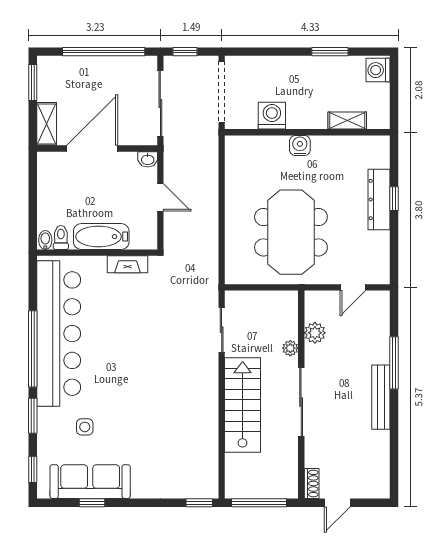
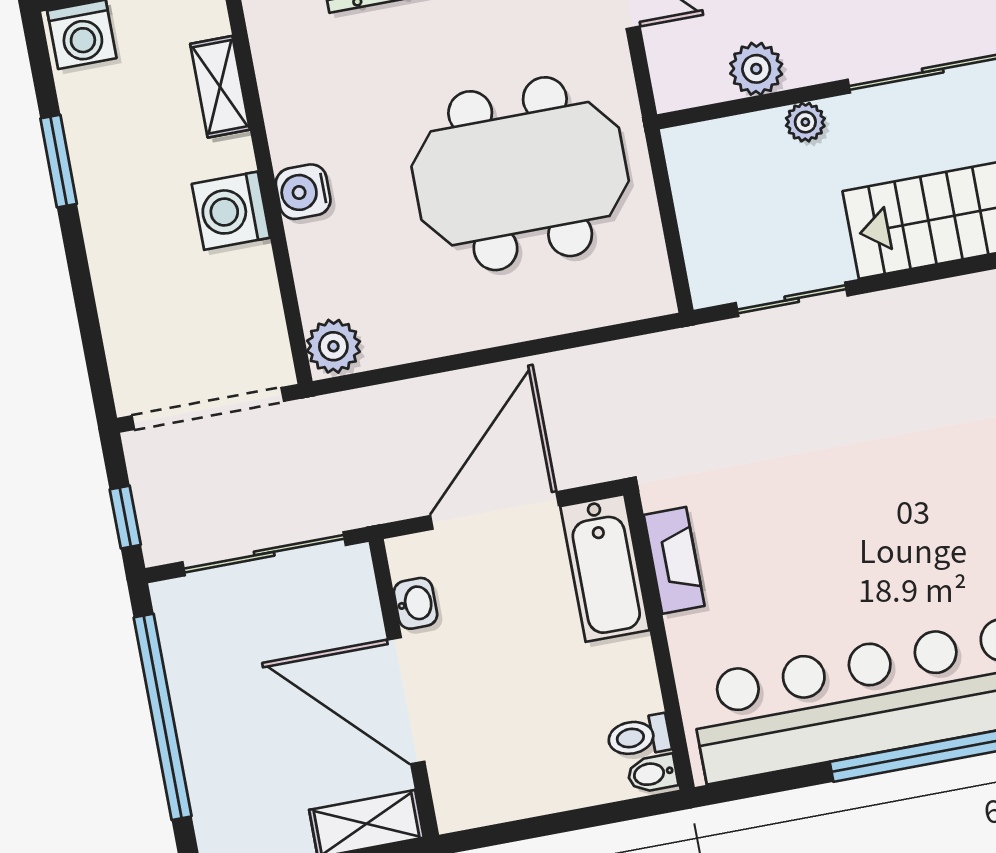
washing machine: (272, 116) -> (231, 211), moved
plant: (237, 146) -> (333, 346), added
washbasin: (148, 159) -> (416, 603), moved
door: (160, 197) -> (494, 511), width x1.87
bathtub: (101, 237) -> (605, 568), moved

